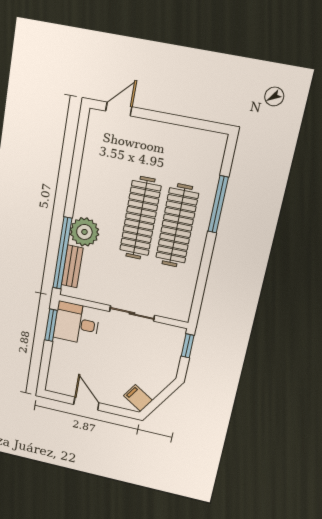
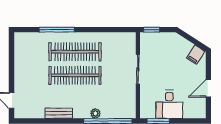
plant: (84, 232) -> (95, 113), width x0.53, depth x0.53
bench: (72, 266) -> (59, 113), moved
desk: (77, 323) -> (169, 104), moved

